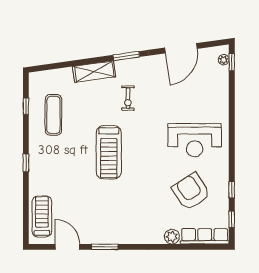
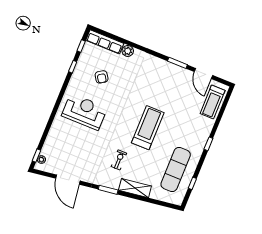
door: (181, 48) -> (68, 180), swing flipped
exercise mat: (53, 115) -> (176, 169), width x1.36, depth x1.45
armchair: (191, 192) -> (102, 77), width x0.53, depth x0.53

